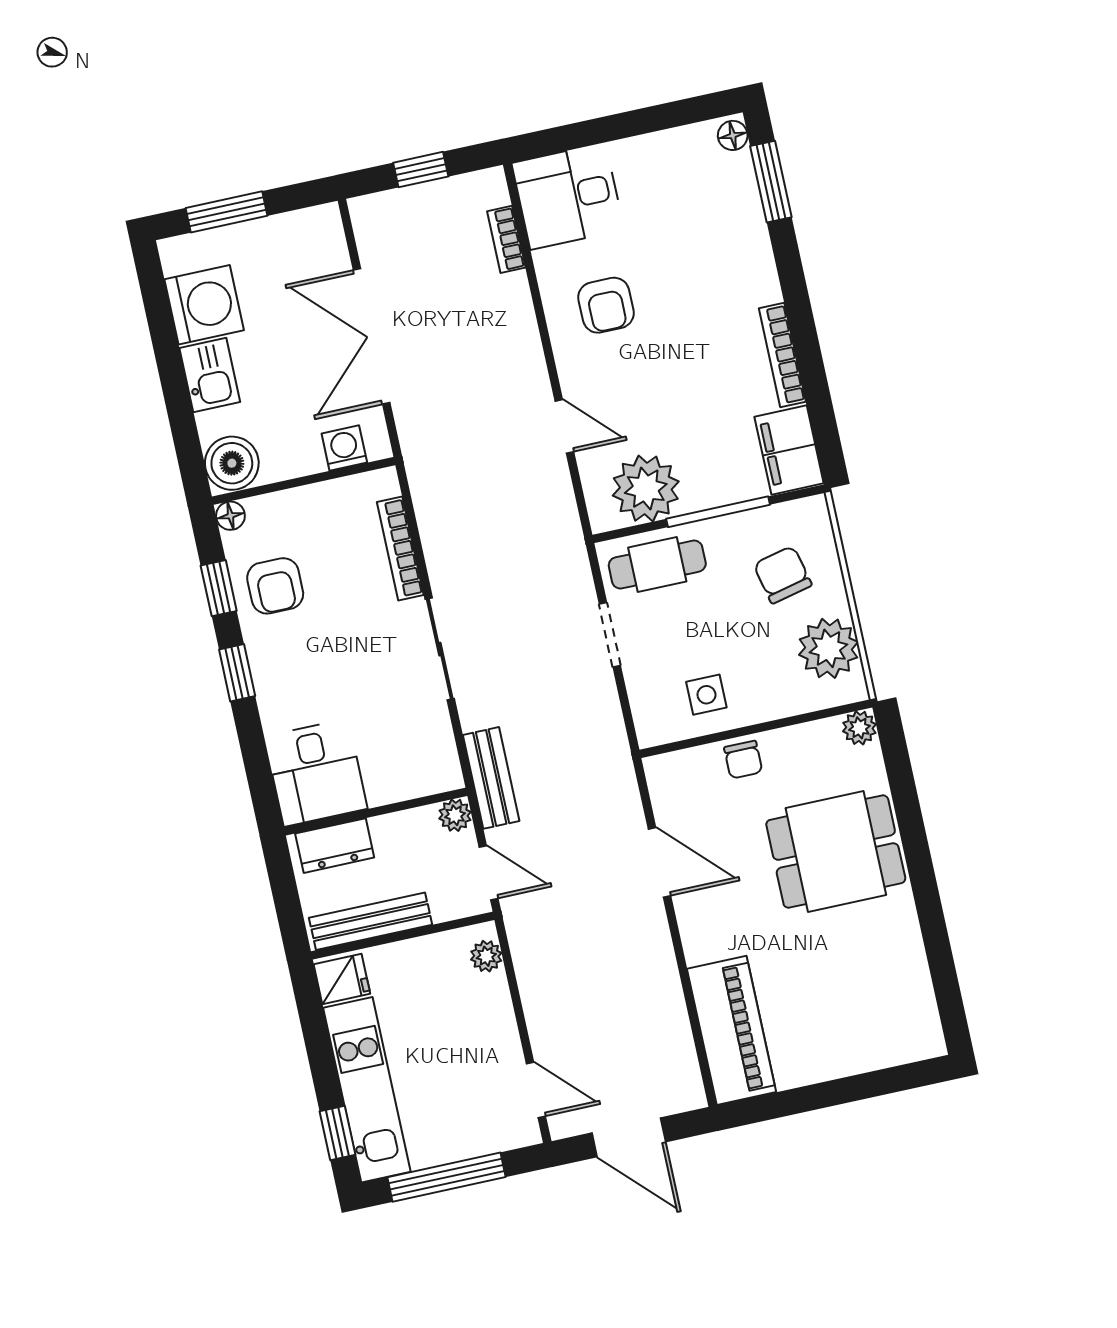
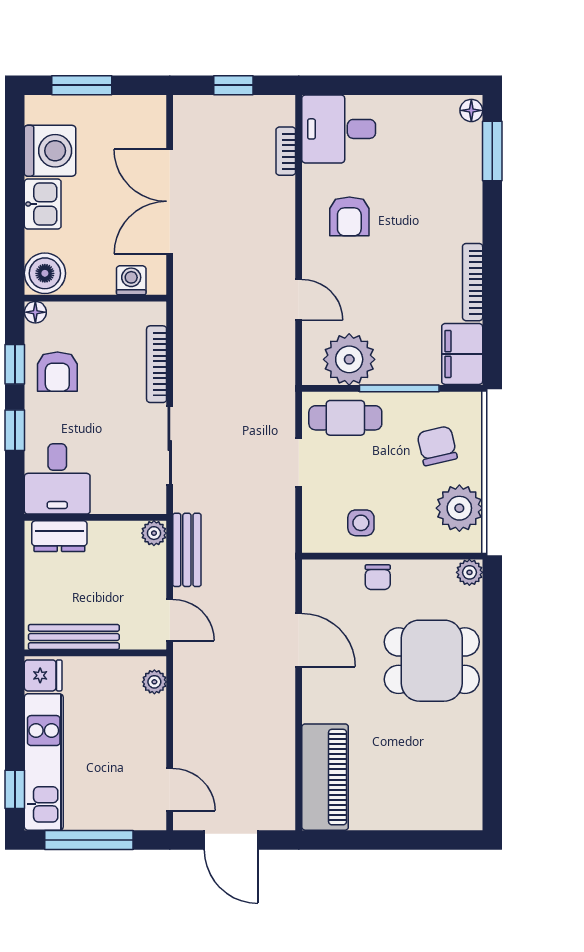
desk: (316, 773) -> (57, 479), moved
wall: (376, 812) -> (95, 517), moved
plant: (455, 815) -> (154, 533), moved
dresser: (335, 846) -> (59, 536), moved

